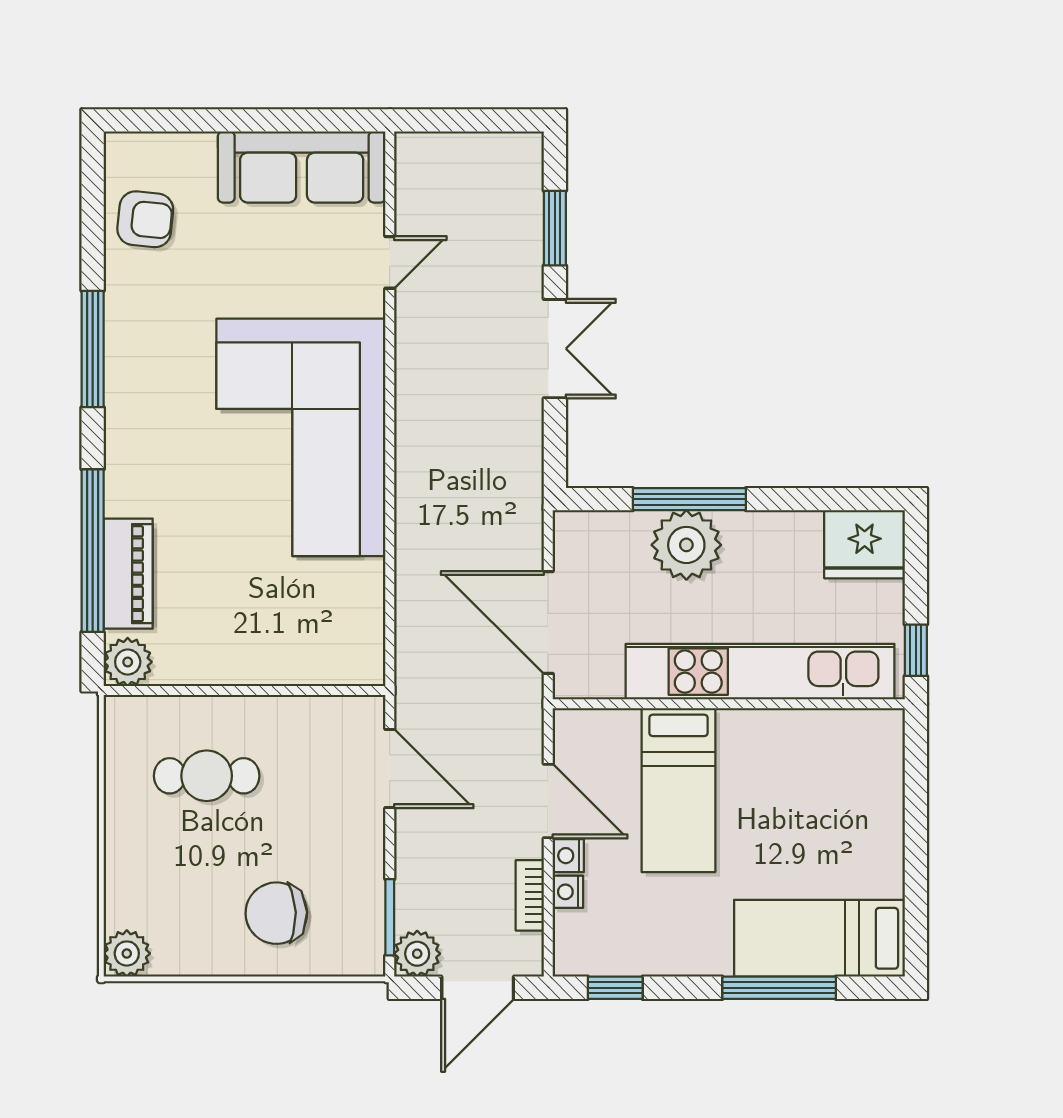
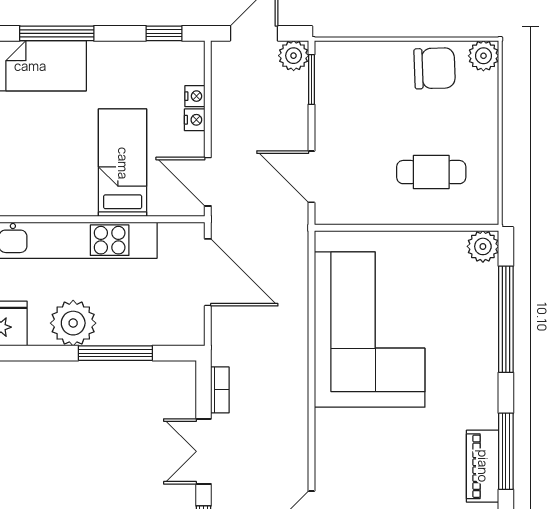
corner sofa: (301, 437) -> (370, 330), moved
plant: (686, 545) -> (73, 323), moved
piano: (128, 574) -> (483, 466), moved
door: (548, 801) -> (208, 182), moved
bookcase: (530, 895) -> (220, 390), moved
chair: (276, 913) -> (435, 68), moved

